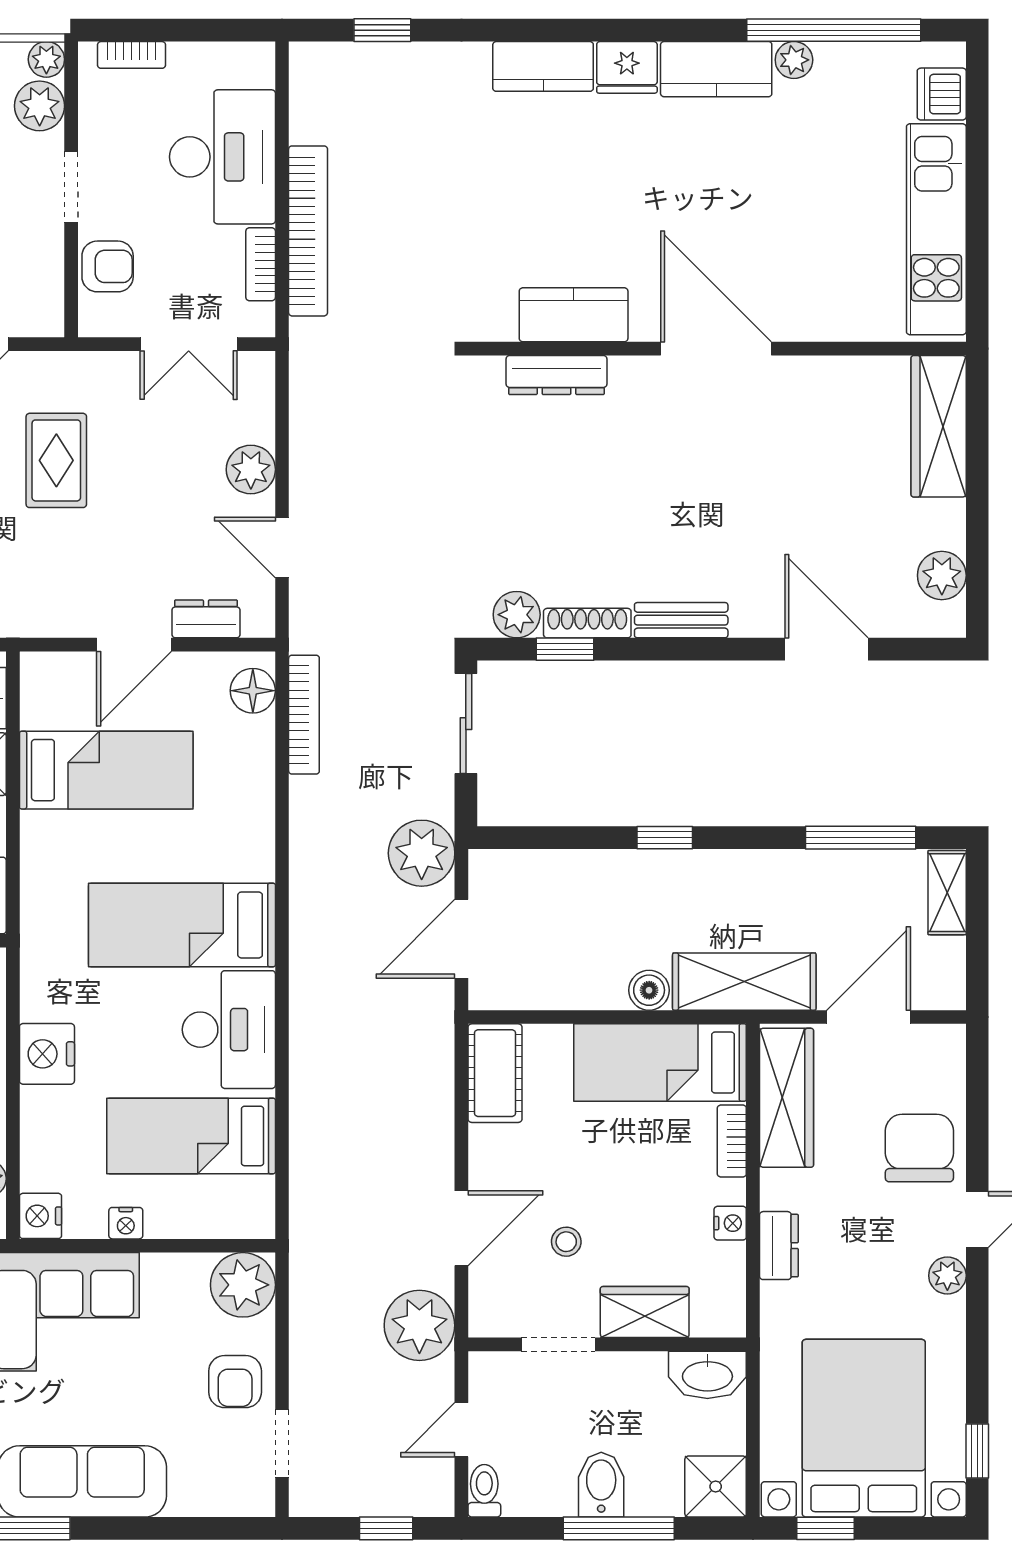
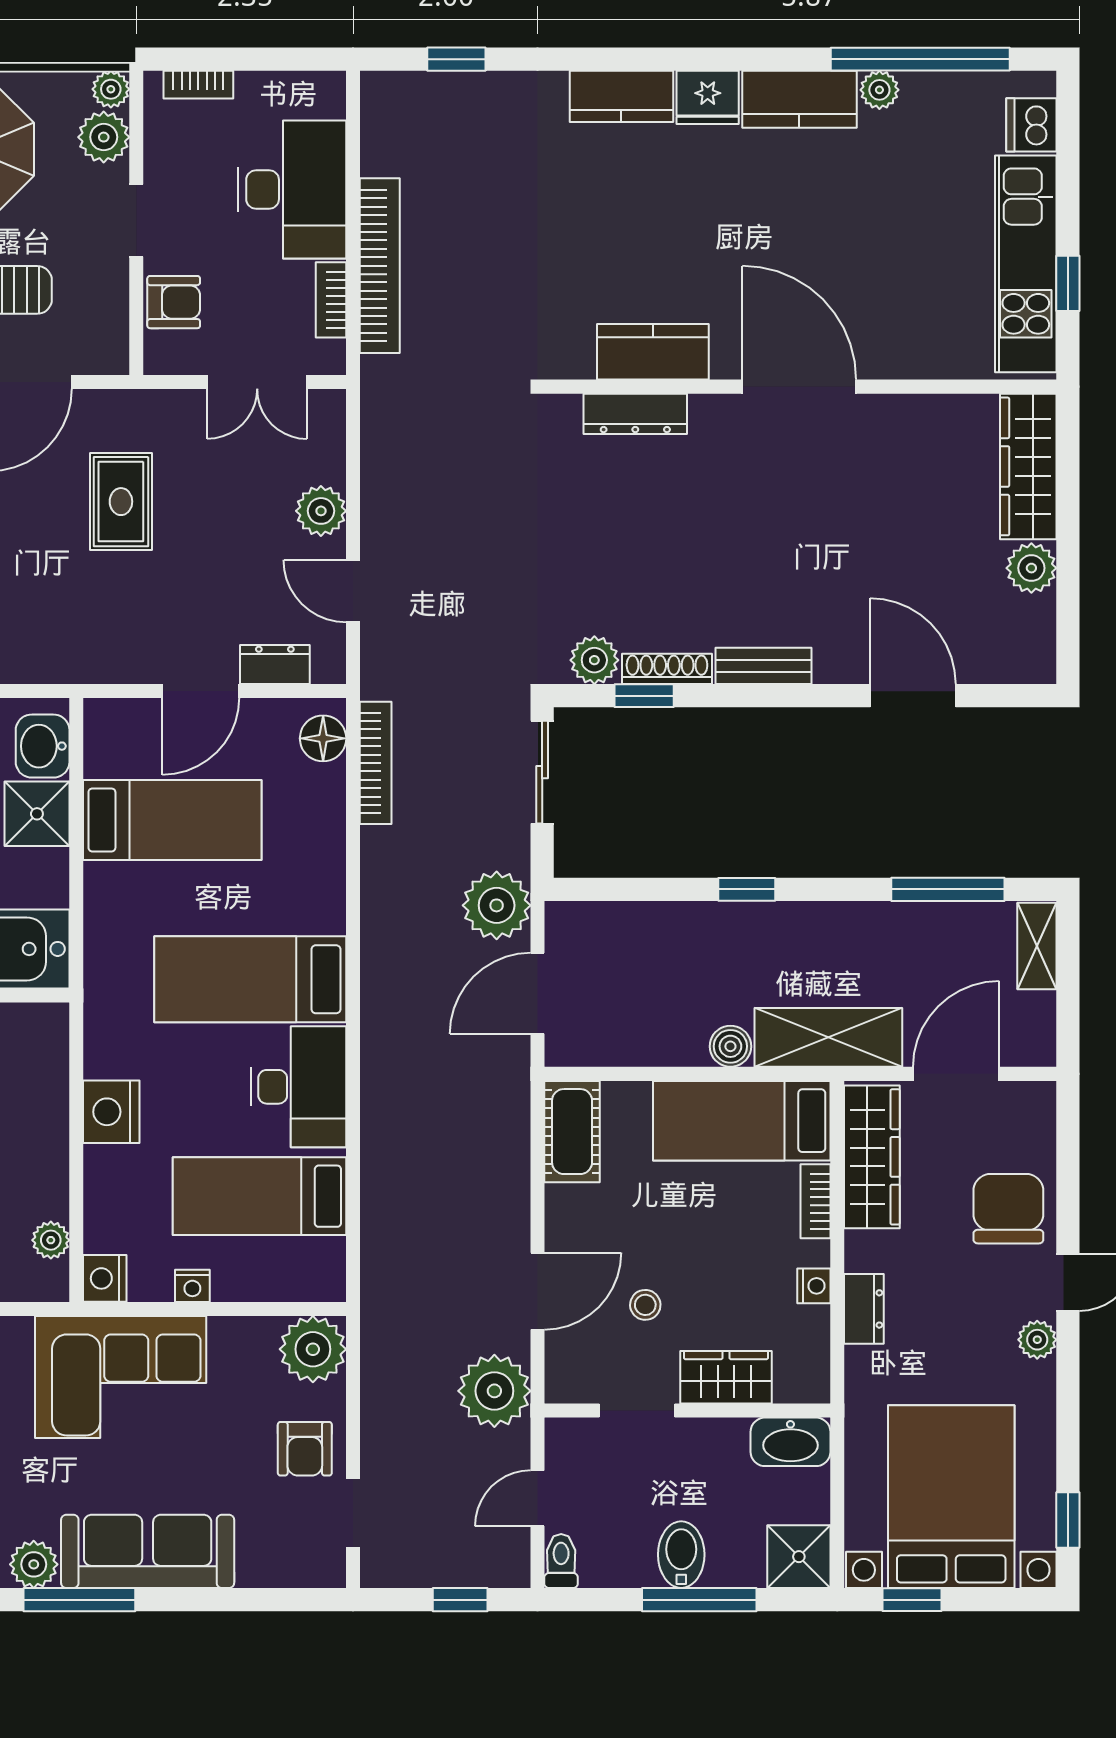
window: (977, 248) -> (1068, 283), added
plant: (942, 575) -> (1031, 568), moved

